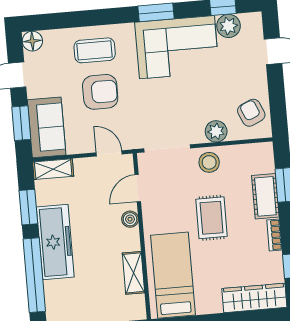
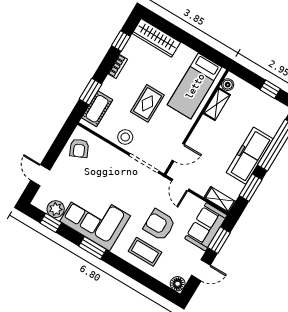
plant: (216, 131) -> (108, 152), removed
cot: (265, 196) -> (97, 109), moved
boiler: (130, 219) -> (228, 85), moved

